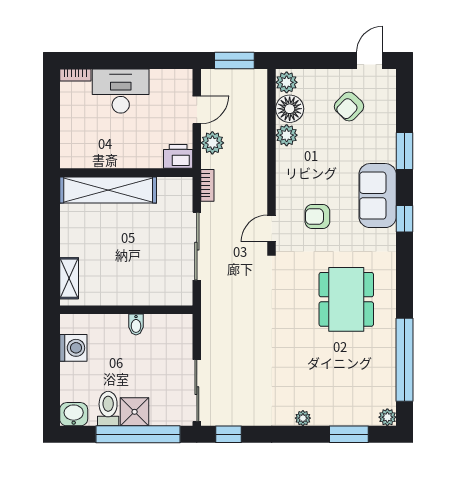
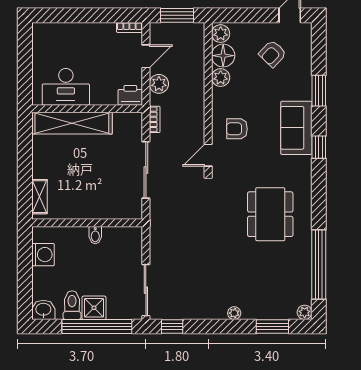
bookcase: (75, 75) -> (129, 27), moved
desk: (121, 91) -> (66, 87), moved, turned 180
armchair: (317, 217) -> (237, 129), moved

